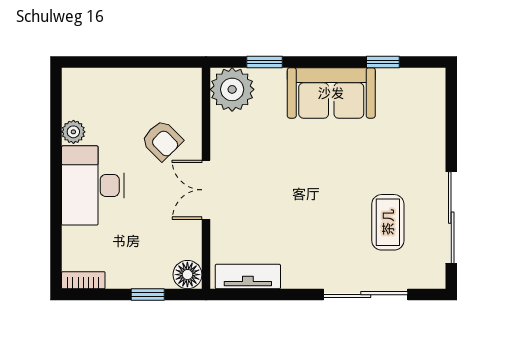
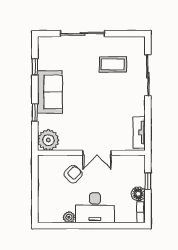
window: (265, 62) -> (35, 112), moved
sliding door: (451, 218) -> (82, 34), moved
floor lamp: (187, 275) -> (138, 194), moved

